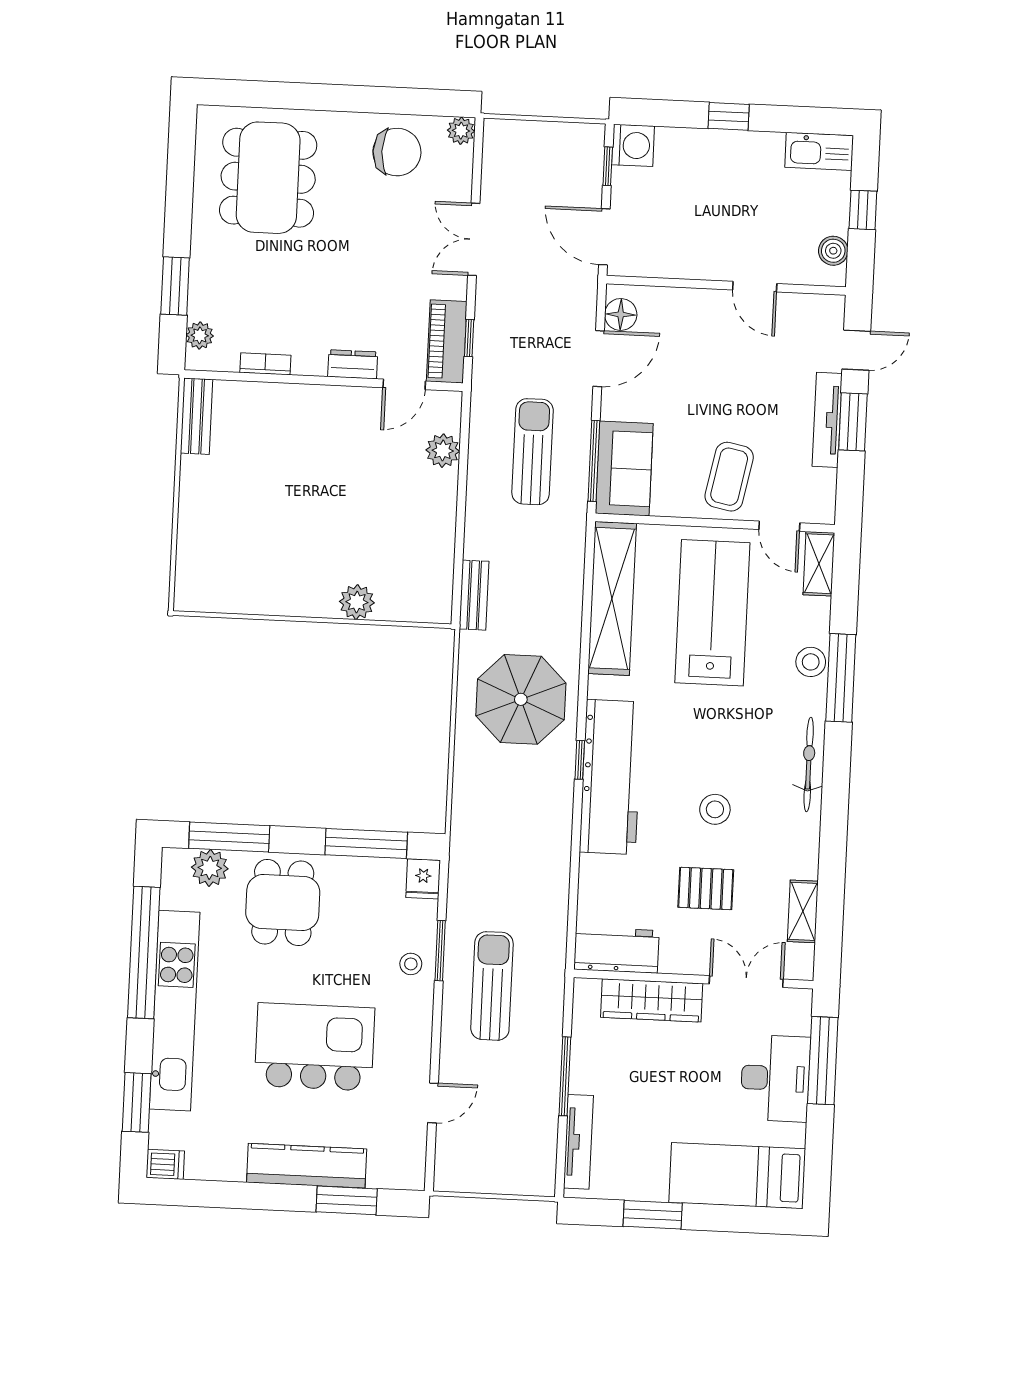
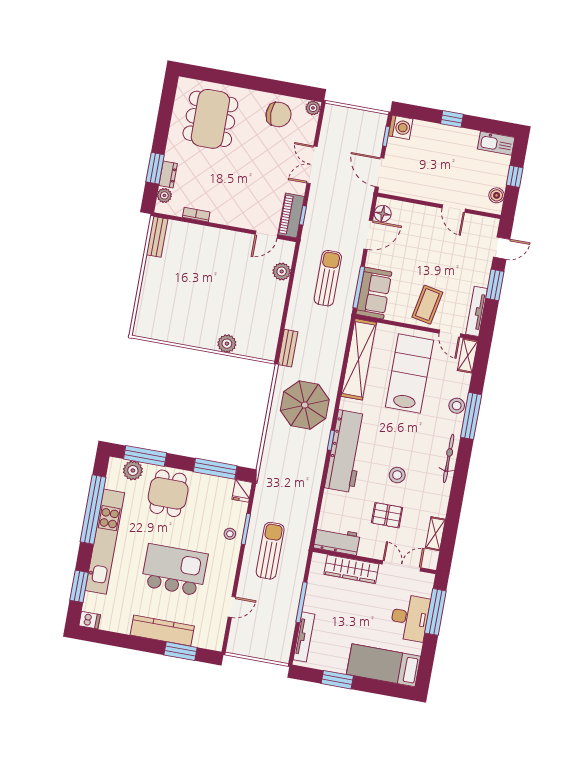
dresser: (353, 364) -> (168, 175), moved, turned 90
tv unit: (827, 420) -> (476, 311), moved

